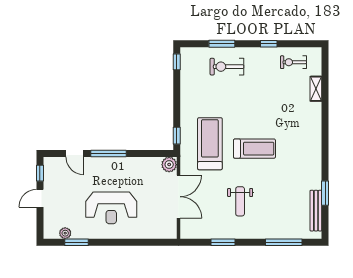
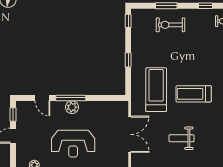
window: (177, 136) -> (128, 60), moved
treadmill: (254, 149) -> (194, 94), turned 180
plant: (169, 165) -> (72, 107), moved
weight bench: (240, 201) -> (181, 138), turned 90

